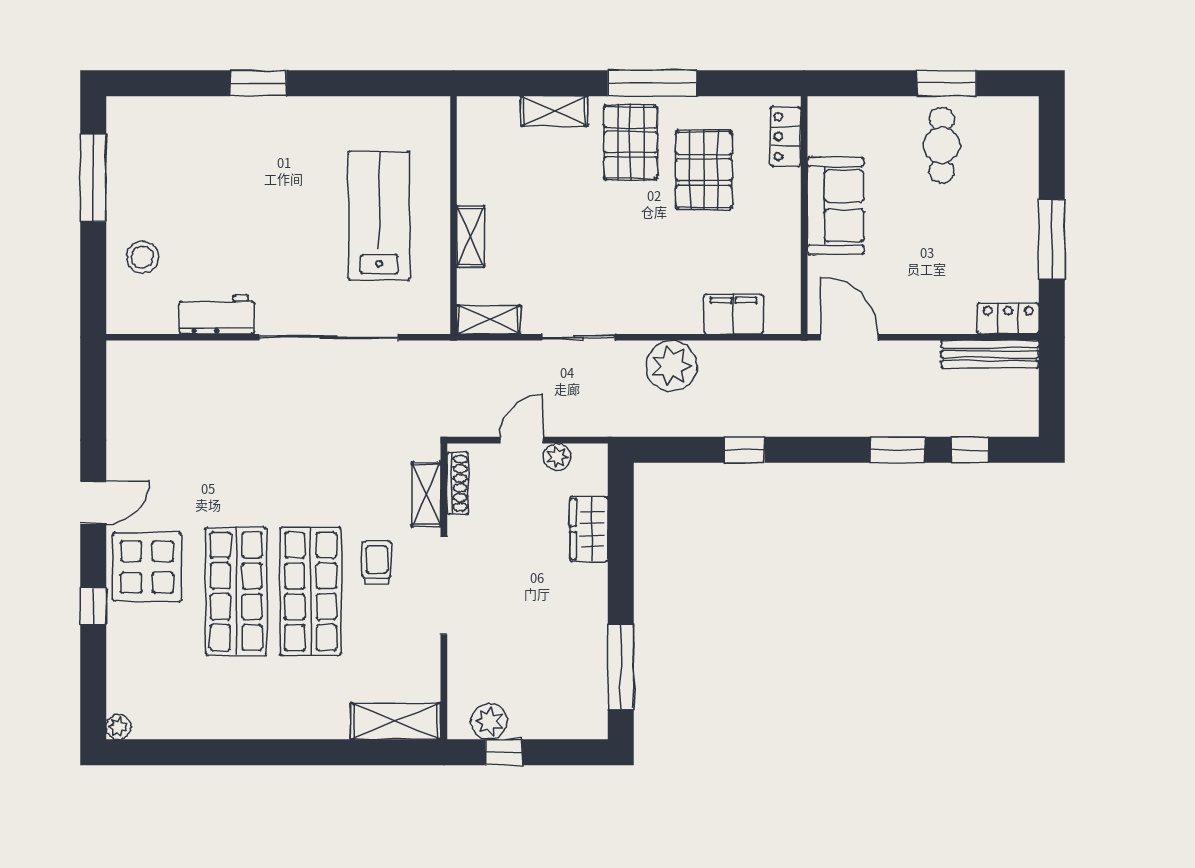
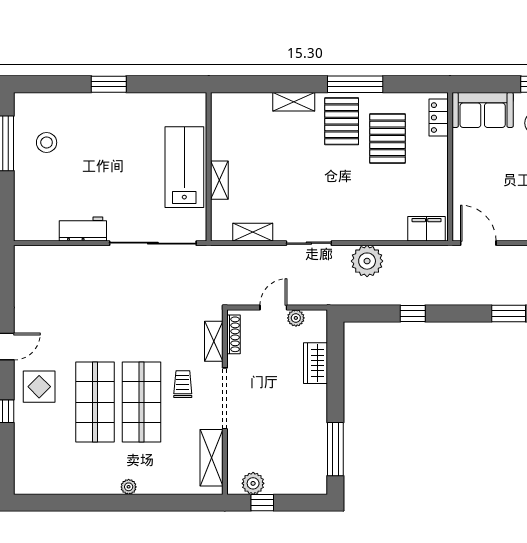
sofa: (836, 206) -> (483, 110), moved, turned 90
wall: (454, 215) -> (209, 167), moved
shelving: (471, 236) -> (219, 180), moved
stool: (143, 257) -> (47, 142), moved
filing cabinet: (734, 314) -> (427, 229), moved
display table: (147, 567) -> (39, 387), width x0.73, depth x0.73
shelving: (395, 721) -> (211, 458), moved, turned 90
plant: (119, 727) -> (129, 487), moved

